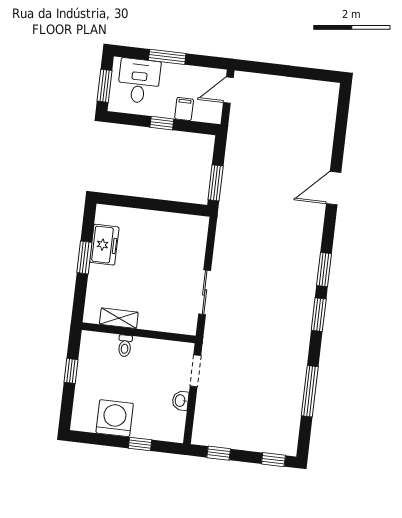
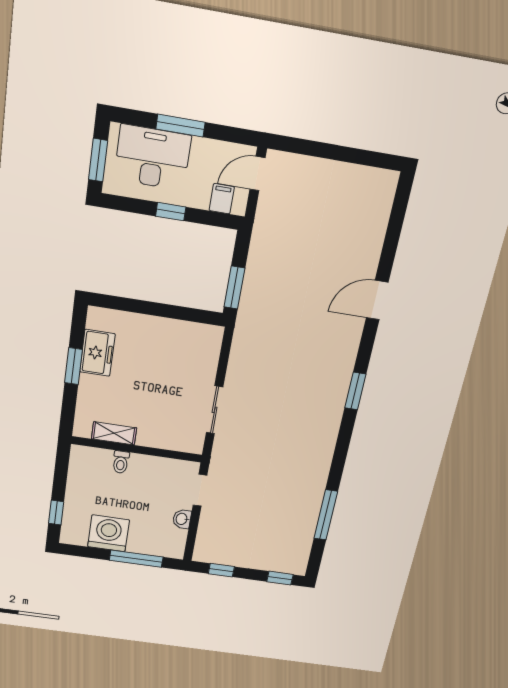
desk: (139, 81) -> (152, 157), width x1.37
filing cabinet: (184, 109) -> (222, 199), moved
window: (319, 315) -> (344, 439), removed
window: (71, 371) -> (56, 513), moved
window: (140, 444) -> (136, 559), width x2.17

